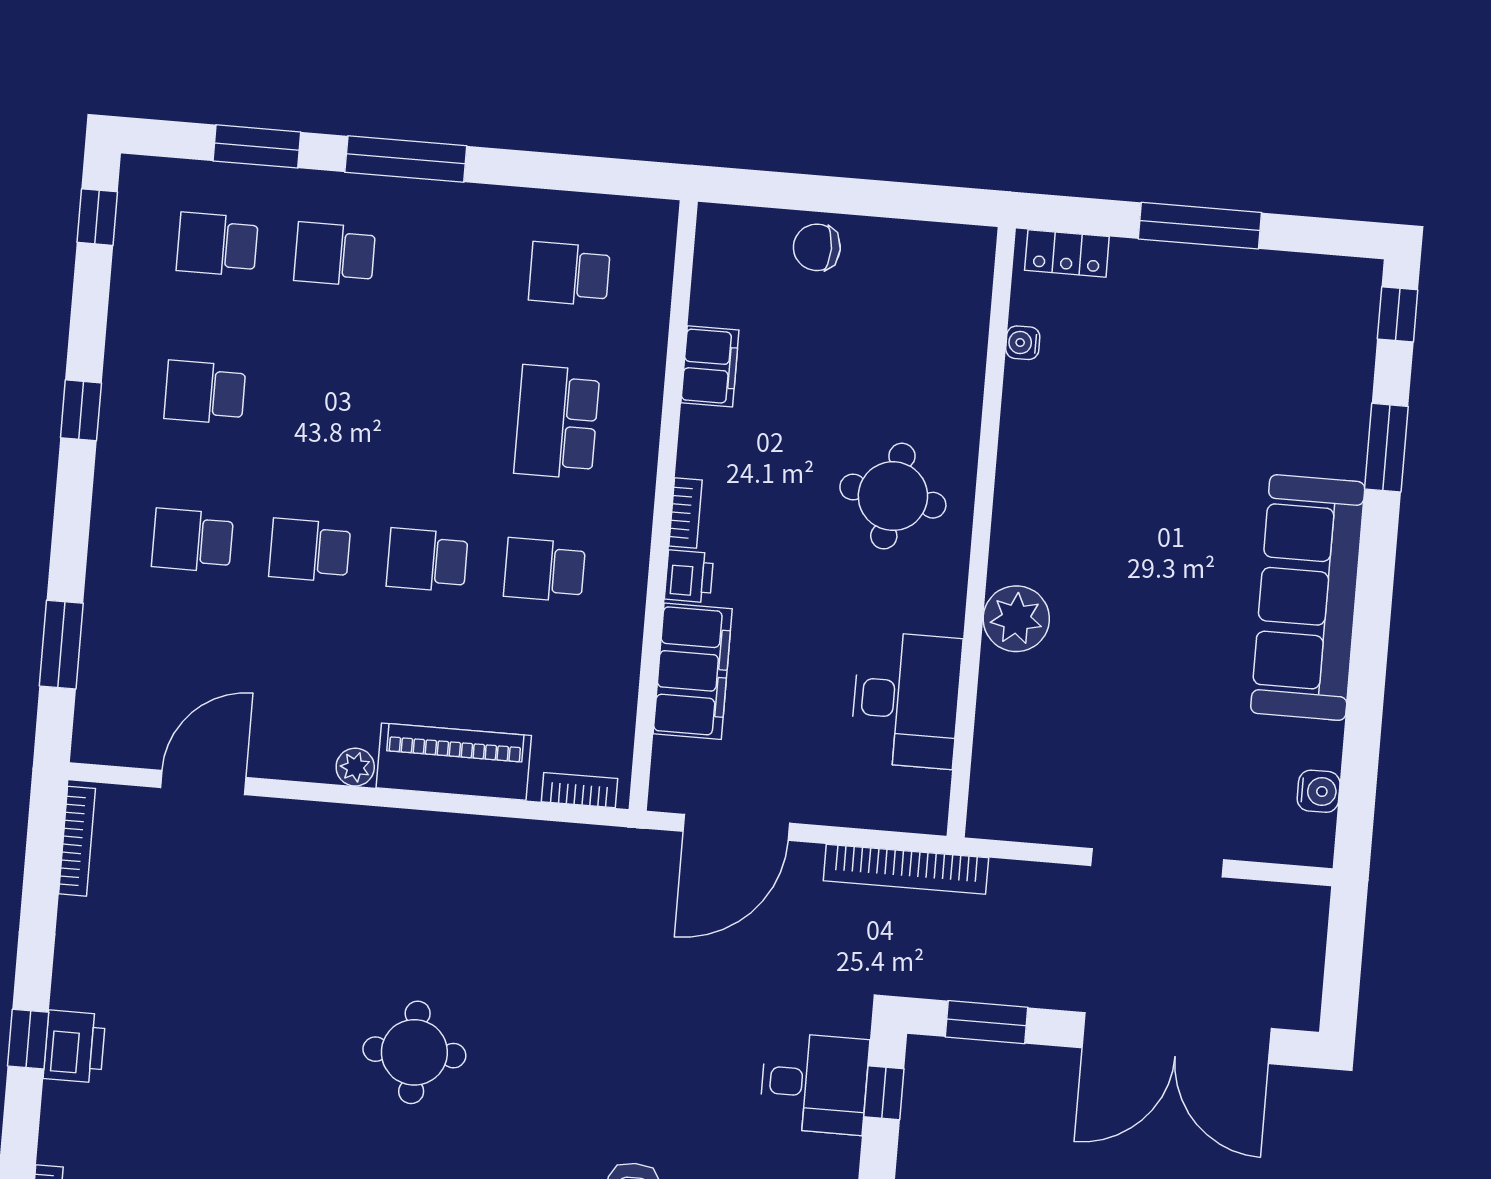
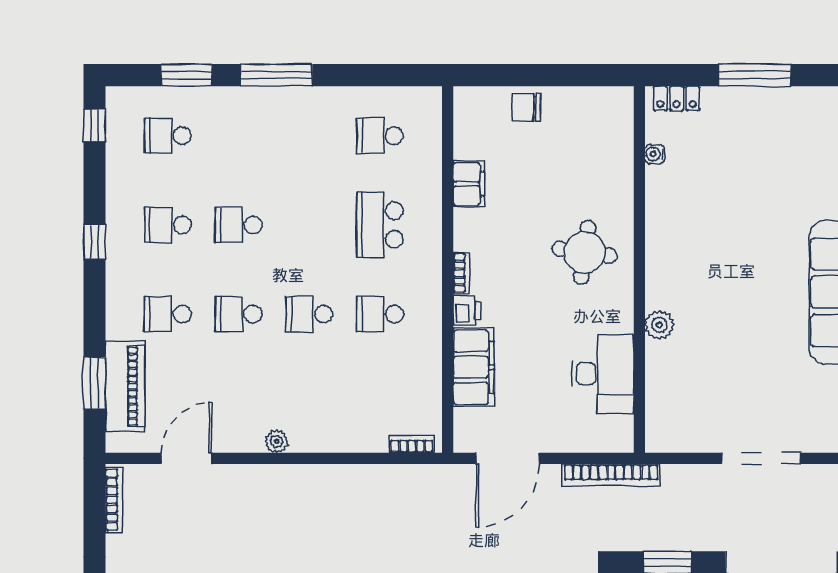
school desk: (335, 254) -> (238, 225), moved
plant: (1016, 619) -> (659, 325), width x0.73, depth x0.73
piano: (454, 762) -> (125, 386), moved, turned 90

